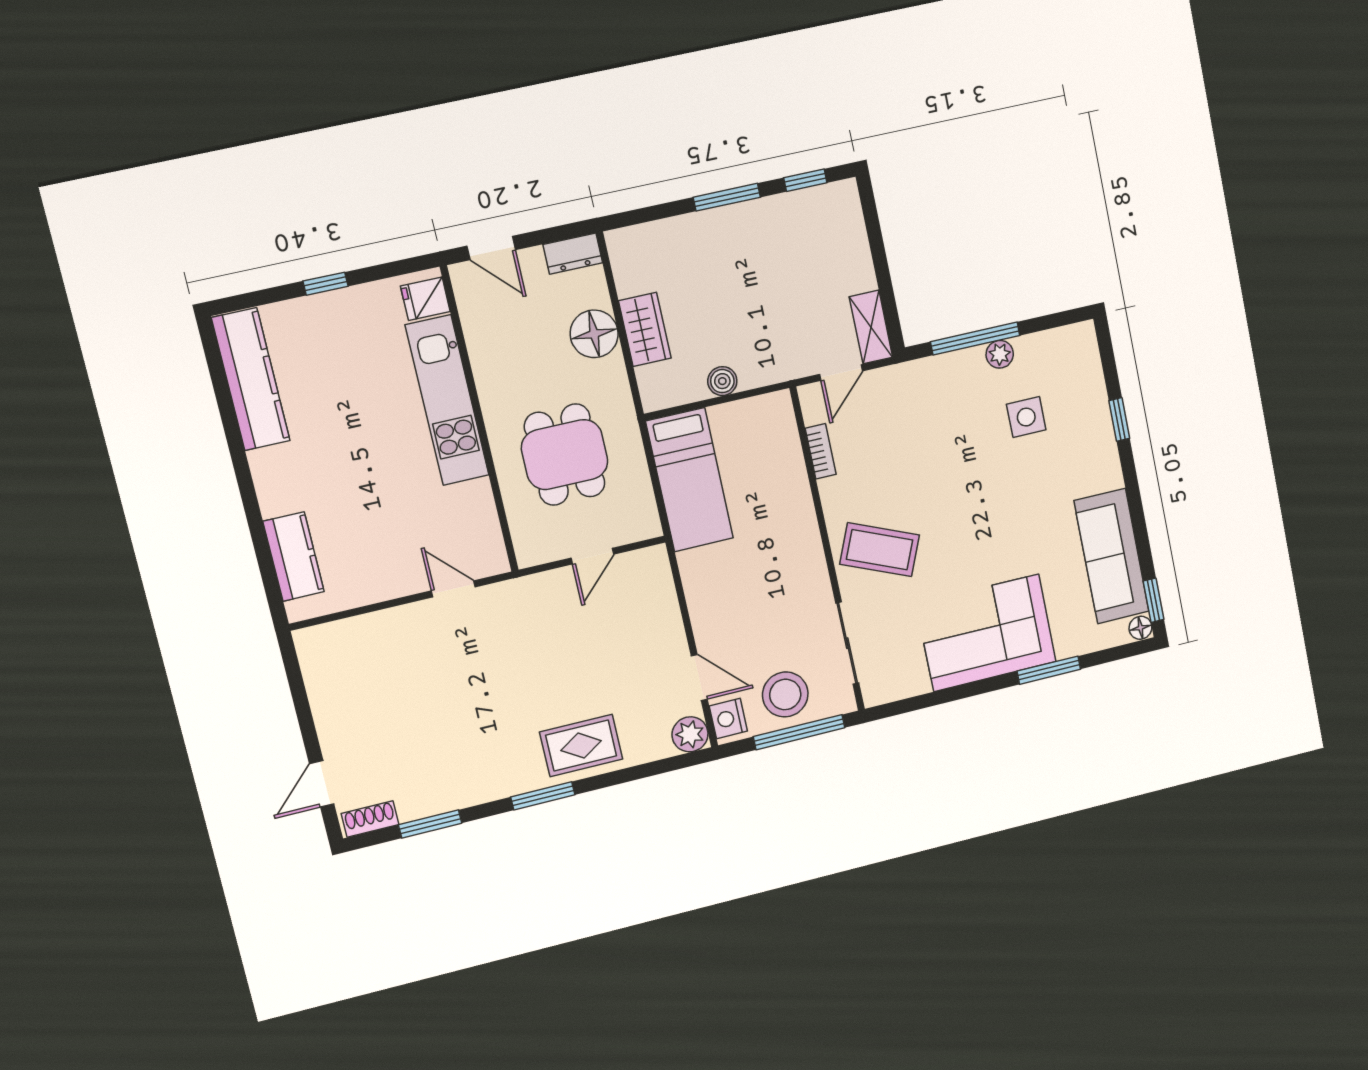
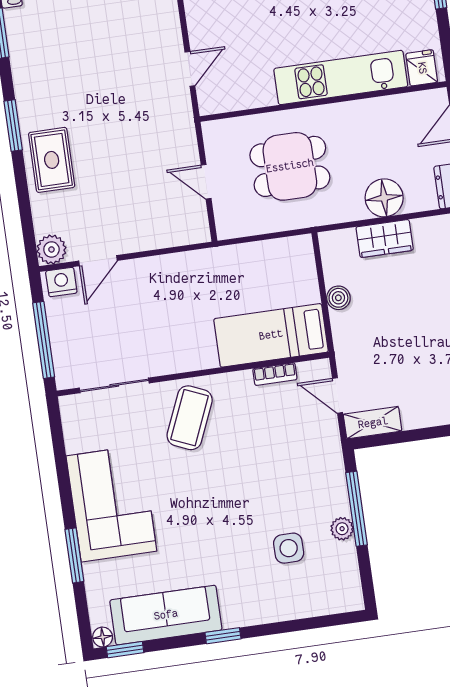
window: (1119, 419) -> (223, 636), moved
bed: (690, 480) -> (271, 335), moved
stool: (785, 694) -> (77, 331), removed

